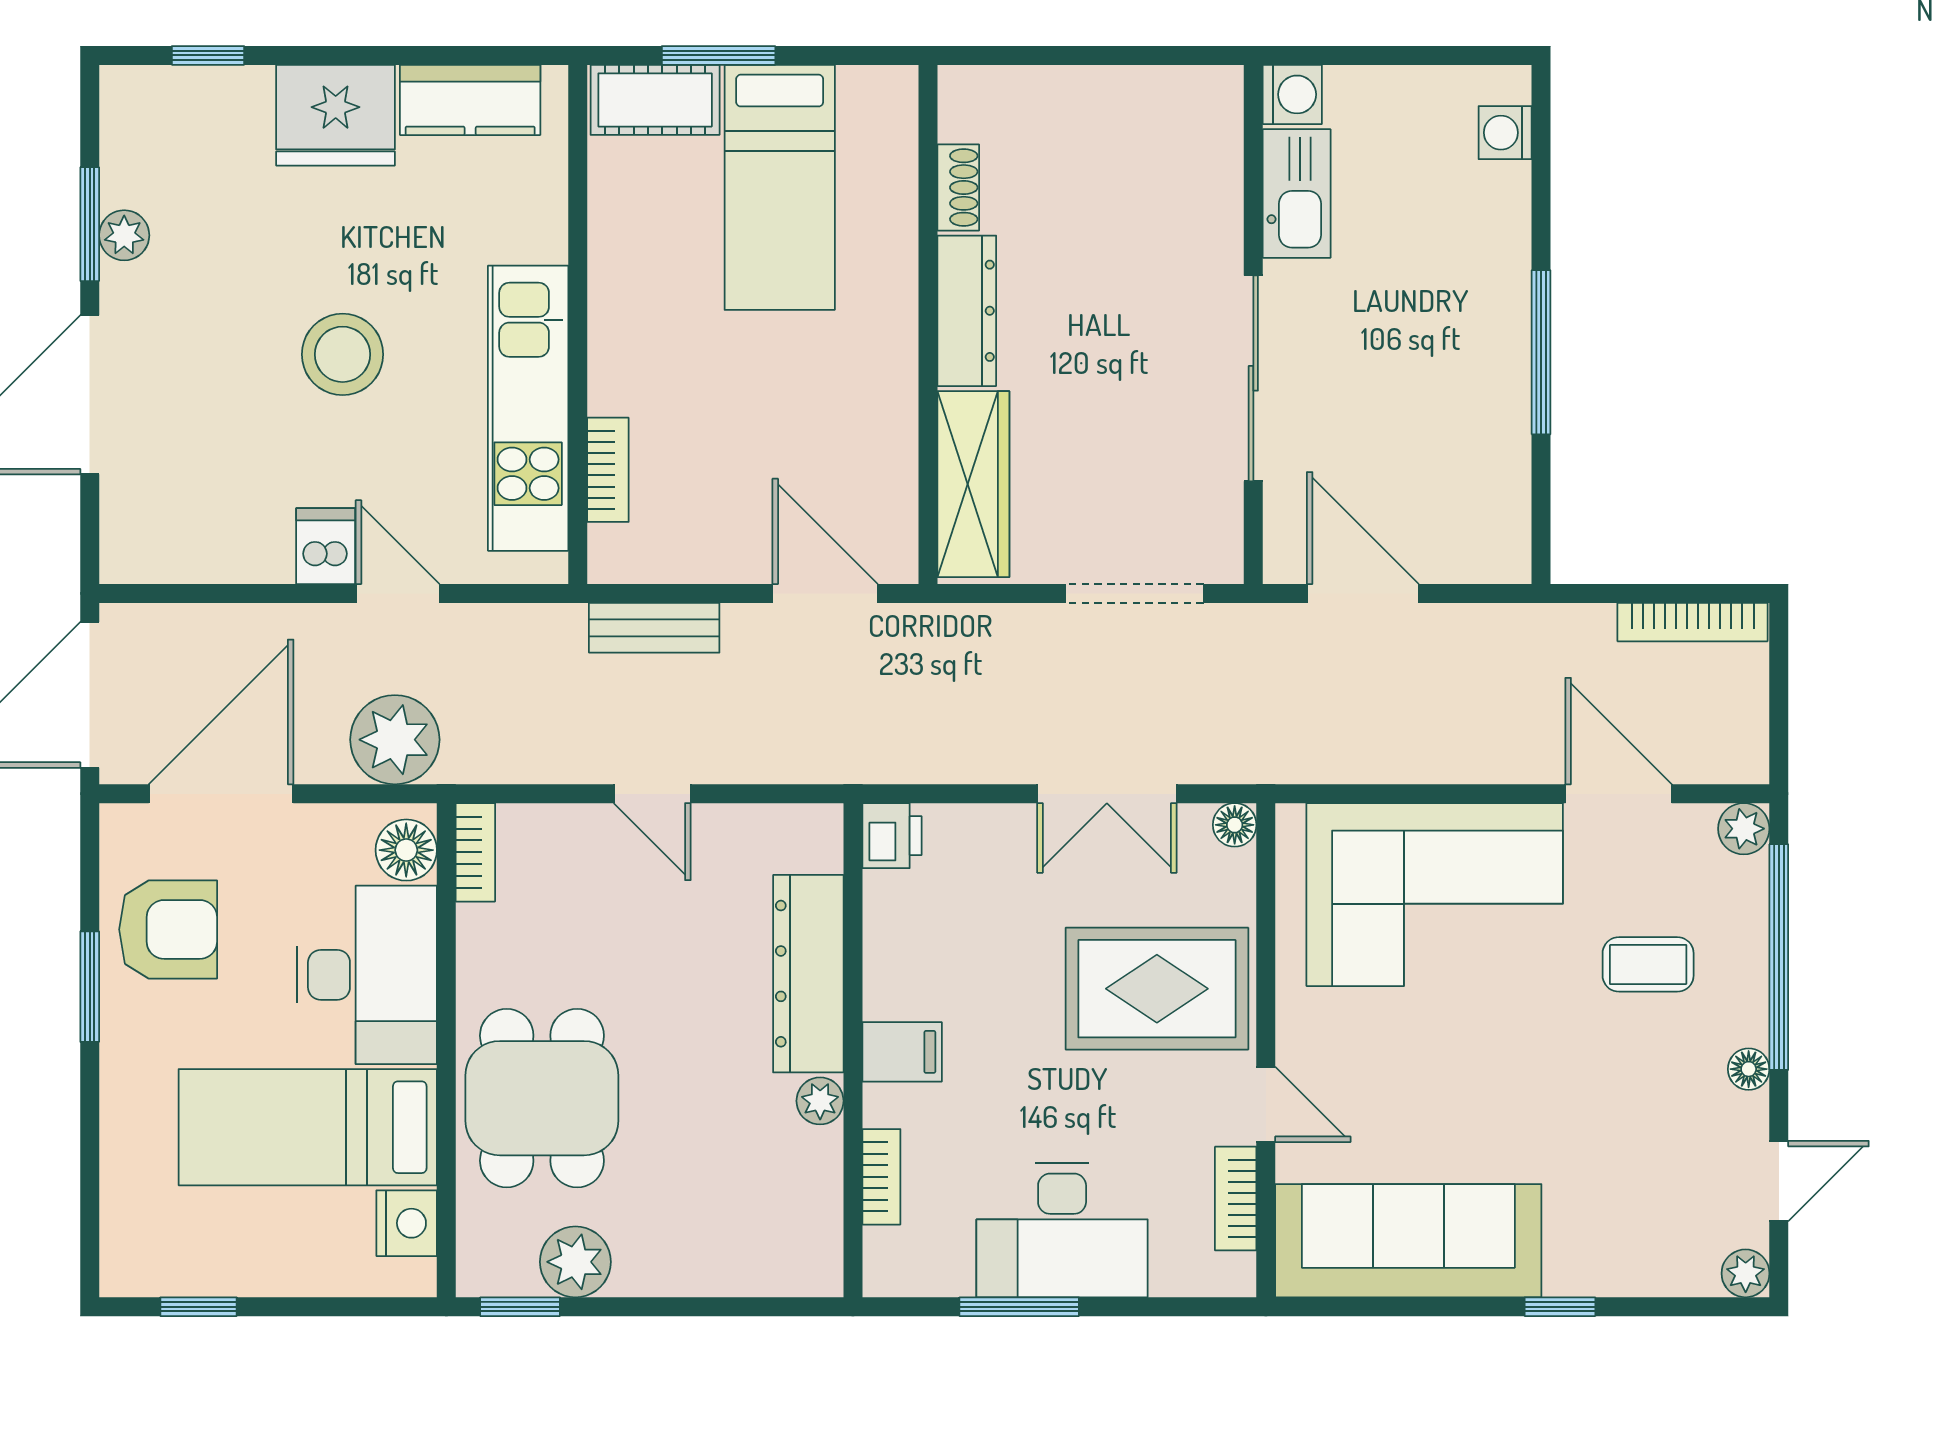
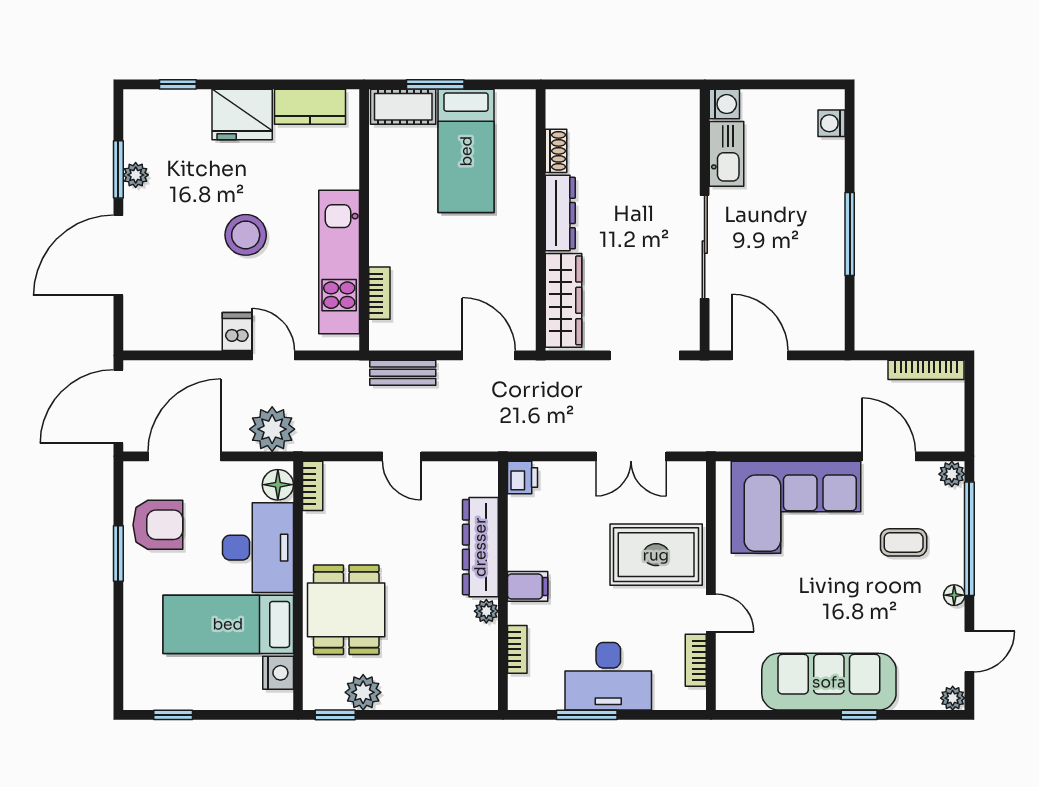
floor lamp: (1235, 825) -> (695, 472), removed
sofa: (1408, 1241) -> (829, 682), moved

